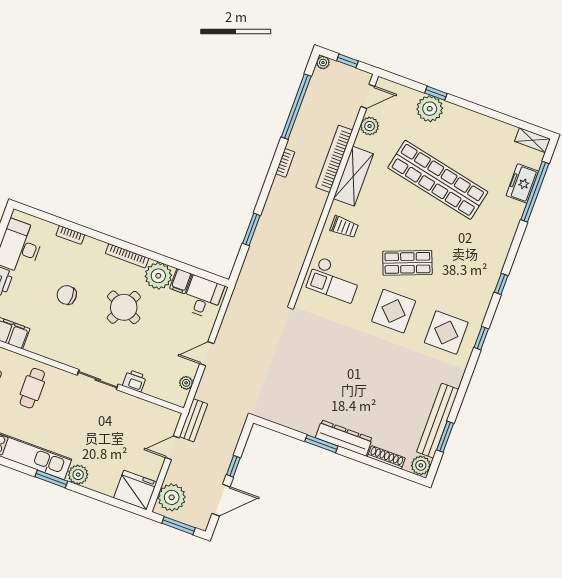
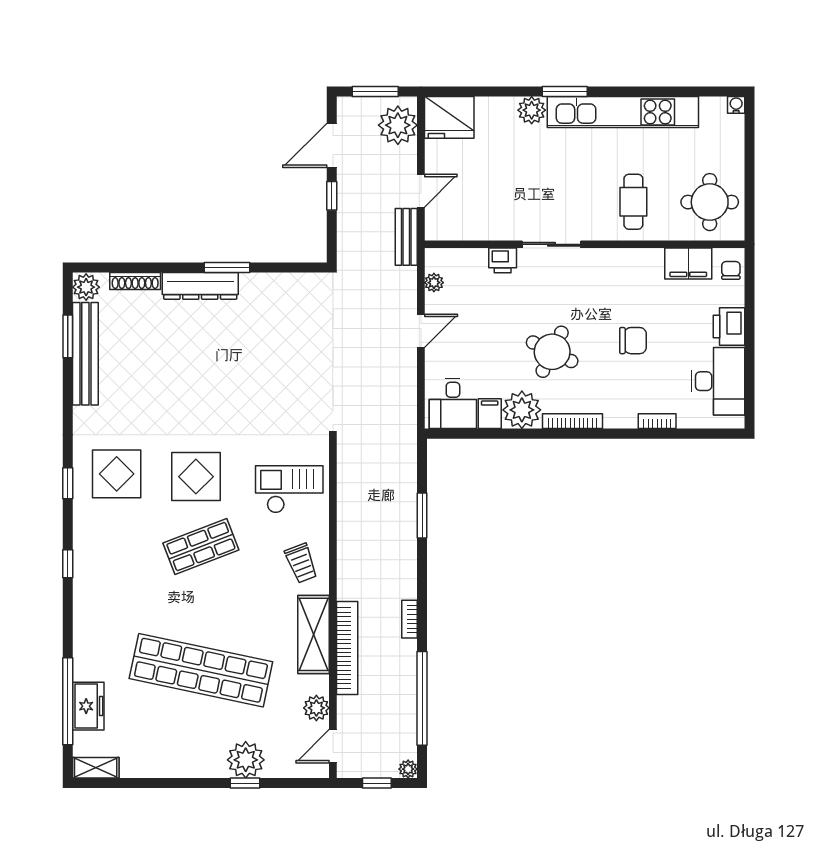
trolley: (344, 227) -> (301, 563), turned -111

